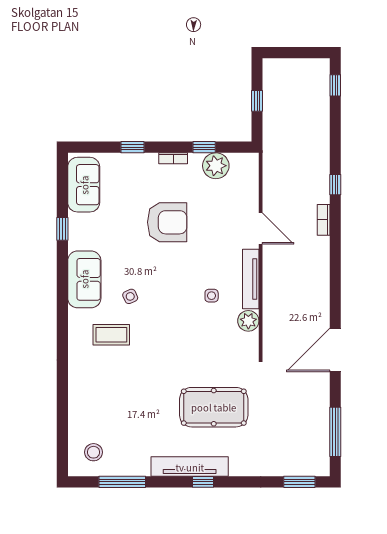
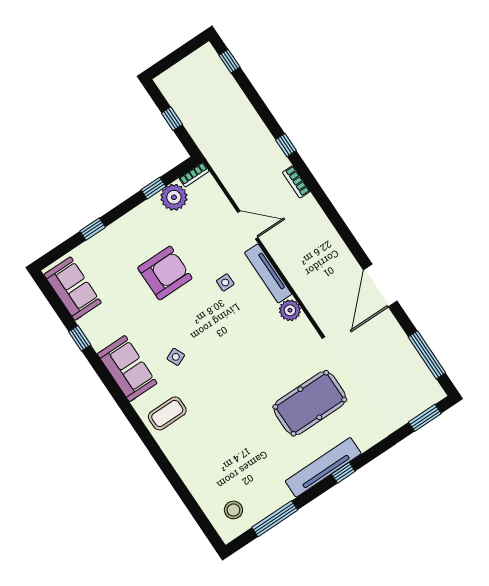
bookcase: (173, 158) -> (194, 175), moved
side table: (212, 296) -> (225, 282), moved
coffee table: (111, 335) -> (167, 413), moved

